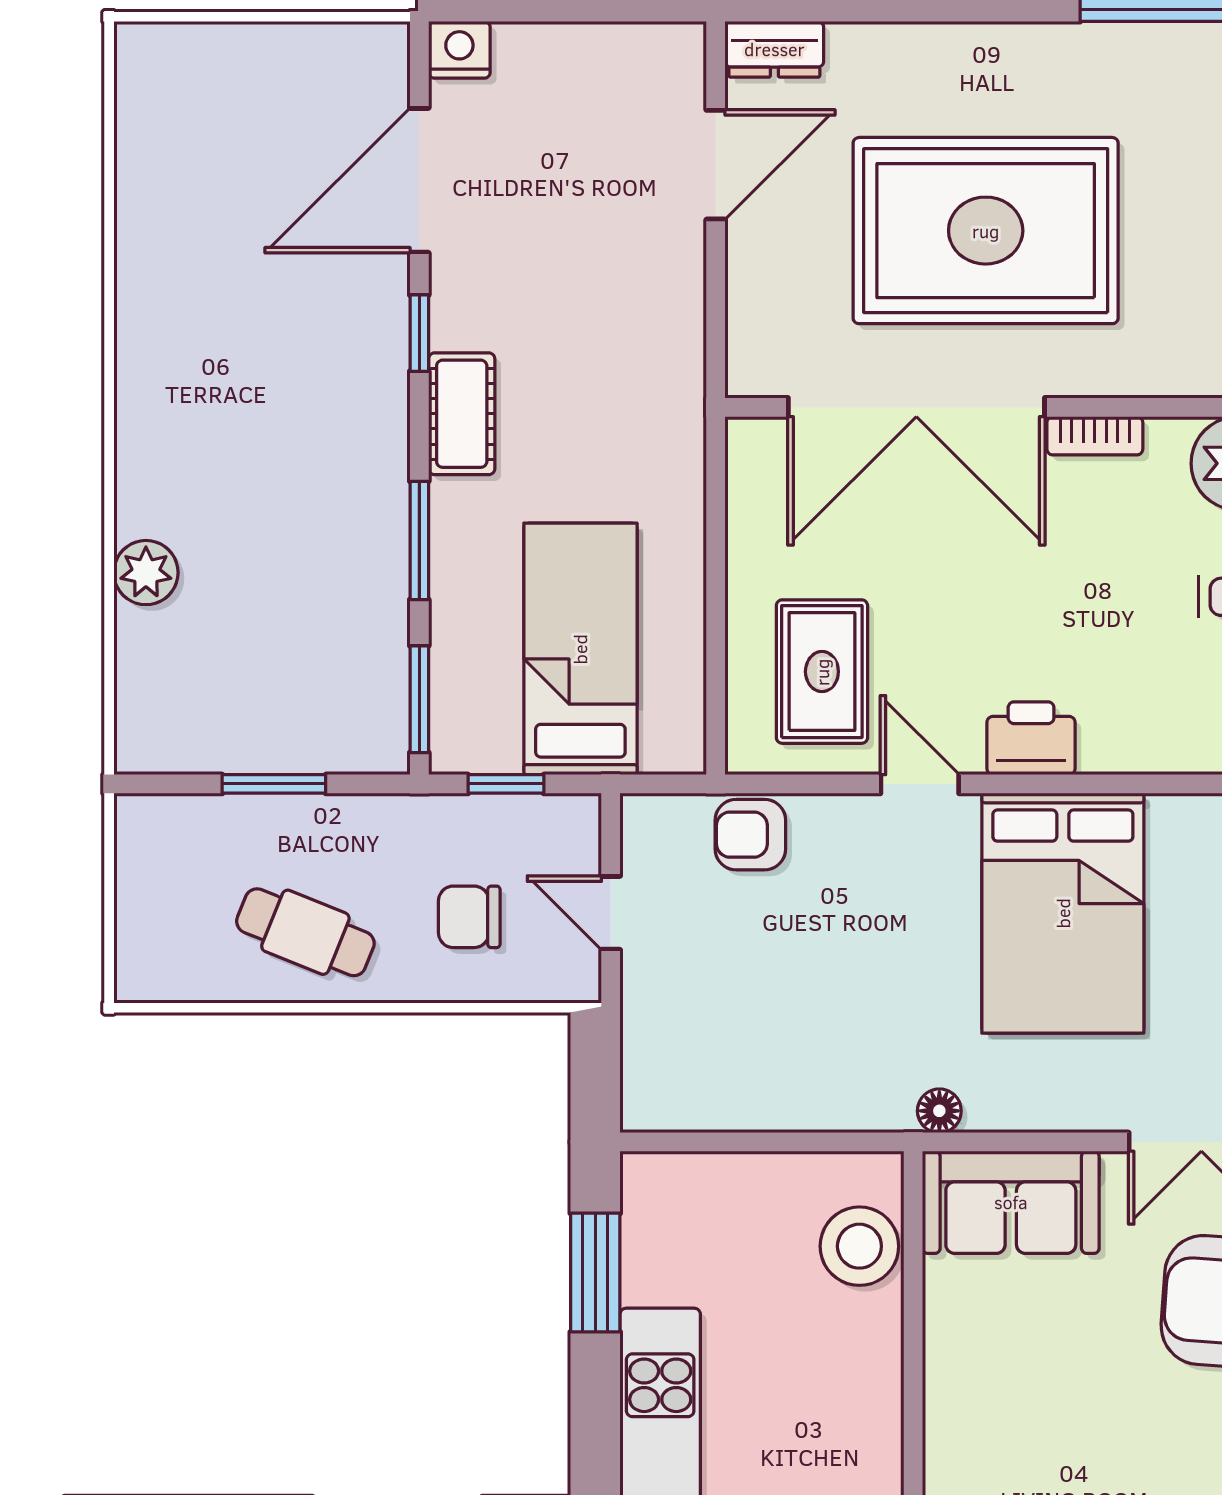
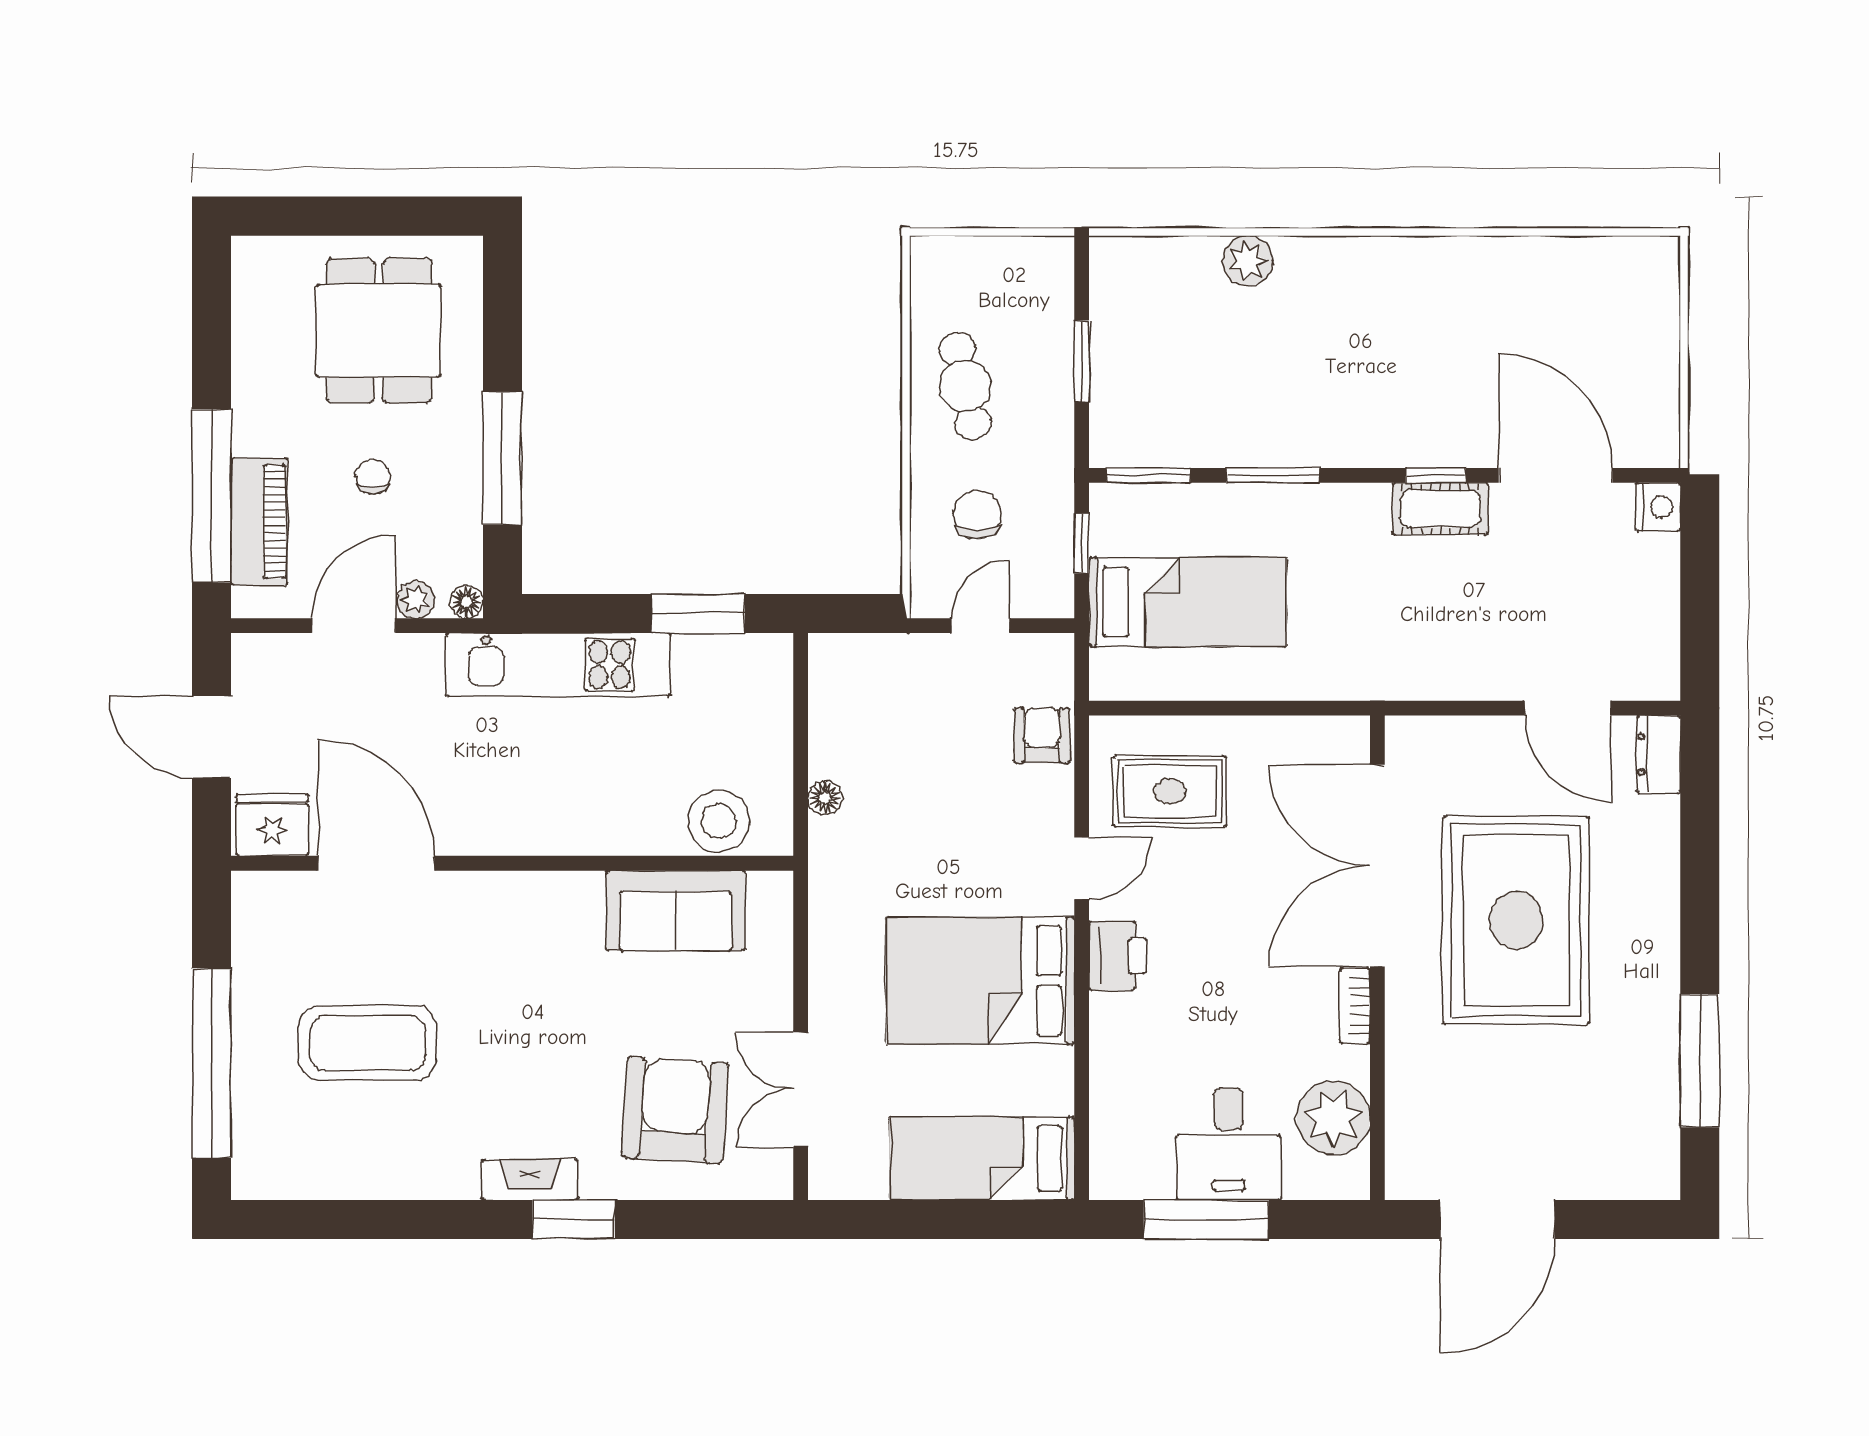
cot: (462, 414) -> (1440, 509), moved
cafe table: (305, 932) -> (965, 386), turned -34
floor lamp: (939, 1111) -> (825, 798), moved
sofa: (1011, 1202) -> (676, 911), moved, turned -90

